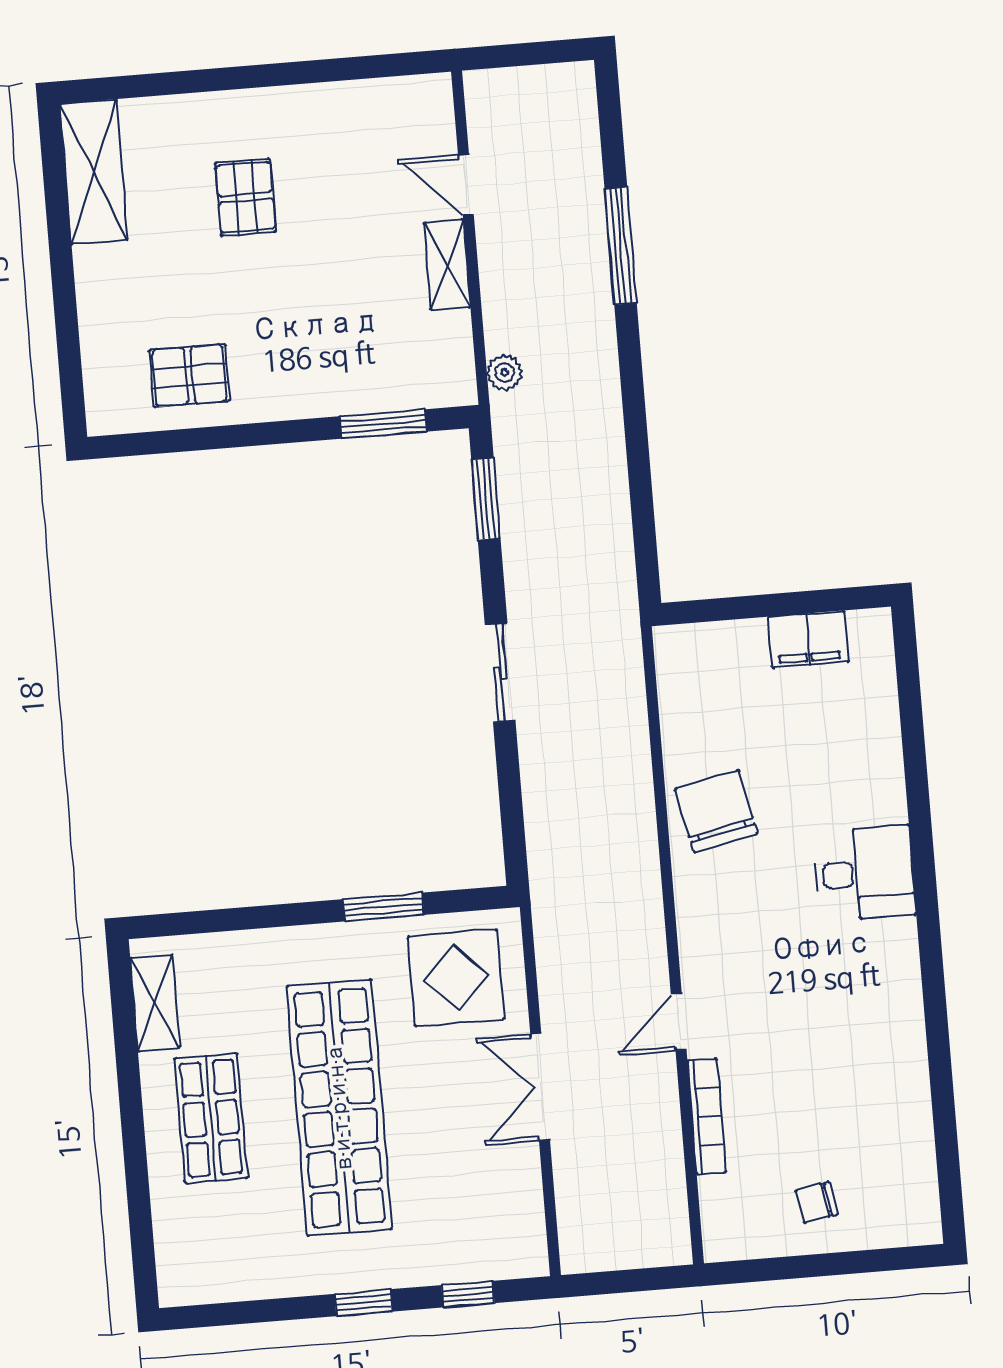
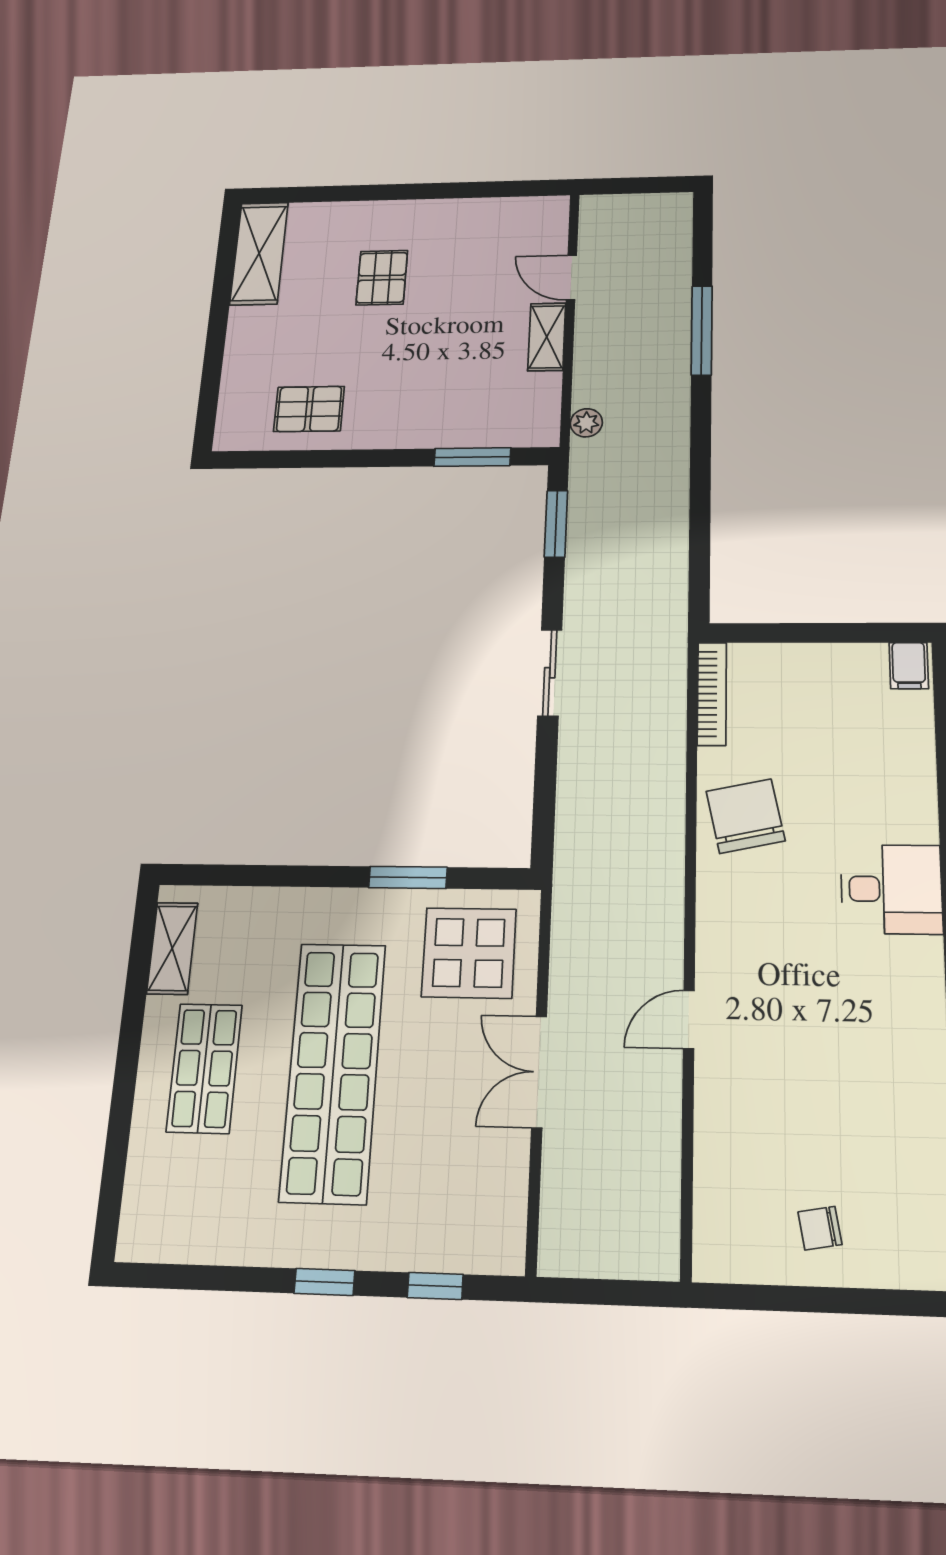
filing cabinet: (808, 639) -> (909, 666), moved, width x0.50
bookcase: (706, 1116) -> (712, 694), moved

